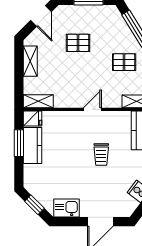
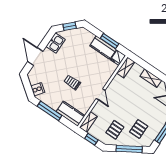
pallet: (78, 43) -> (139, 129), moved

